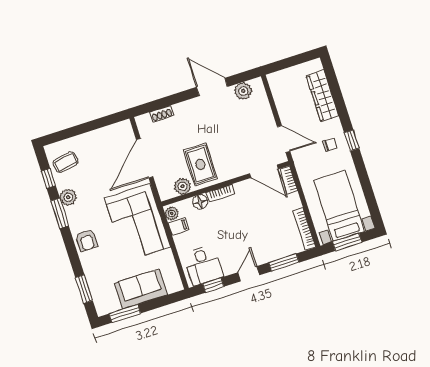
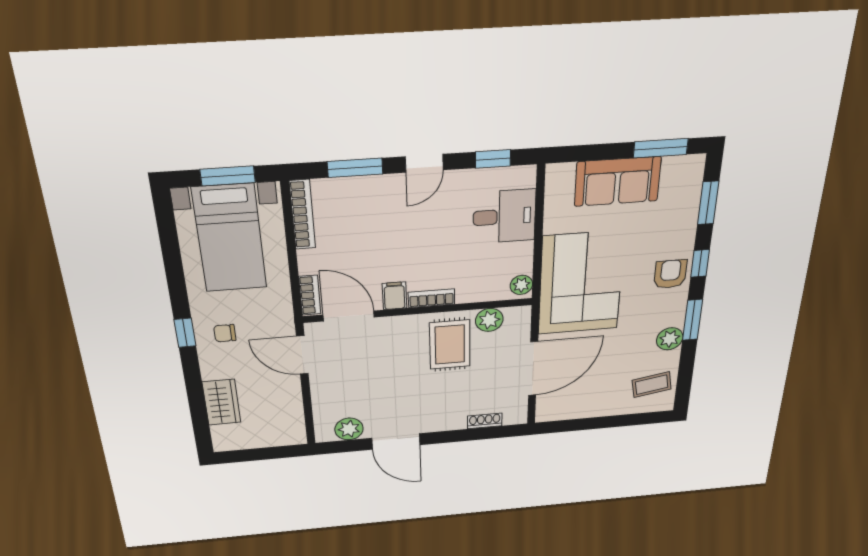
wardrobe: (322, 96) -> (222, 402), width x0.67
window: (48, 178) -> (700, 263), moved
floor lamp: (200, 202) -> (469, 292), removed
filing cabinet: (178, 226) -> (394, 296), moved, turned 90
desk: (203, 265) -> (504, 217), moved, turned 90

